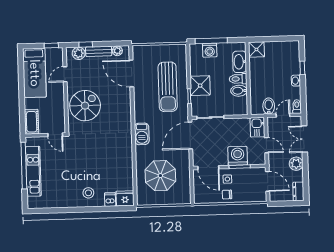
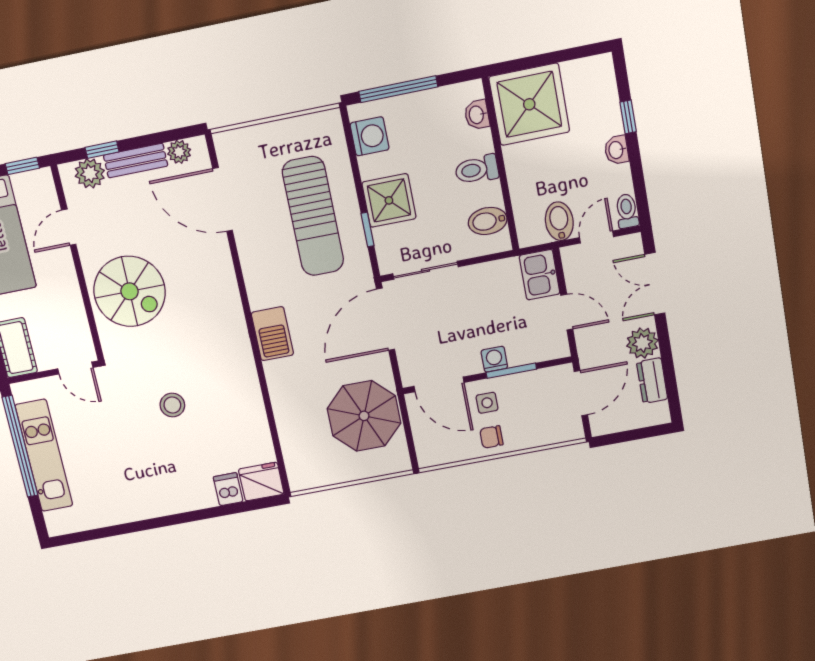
shower: (256, 49) -> (529, 104), width x1.86, depth x1.86
washing machine: (210, 50) -> (370, 136), moved, turned -90
washbasin: (240, 62) -> (477, 115), width x0.52, depth x0.69
bidet: (239, 91) -> (488, 221), moved
spiral stairs: (85, 106) -> (130, 291), turned 90
washing machine: (238, 156) -> (494, 359), width x0.53, depth x0.53
parasol: (160, 176) -> (364, 416), moved
door: (268, 181) -> (581, 393), hinge flipped
dresser: (298, 191) -> (652, 381), moved
stool: (88, 193) -> (172, 405), moved

